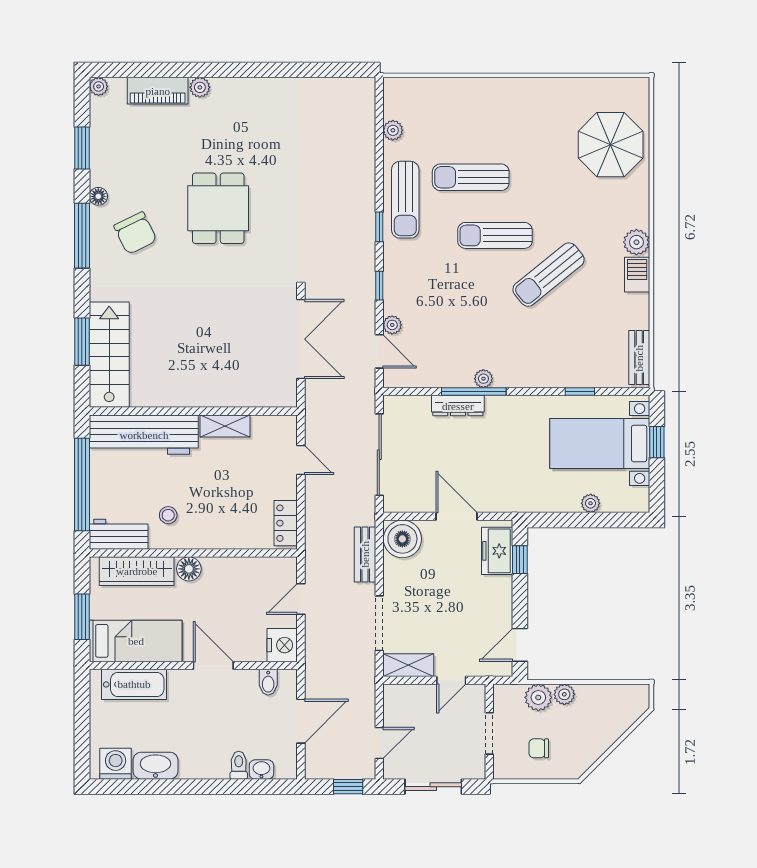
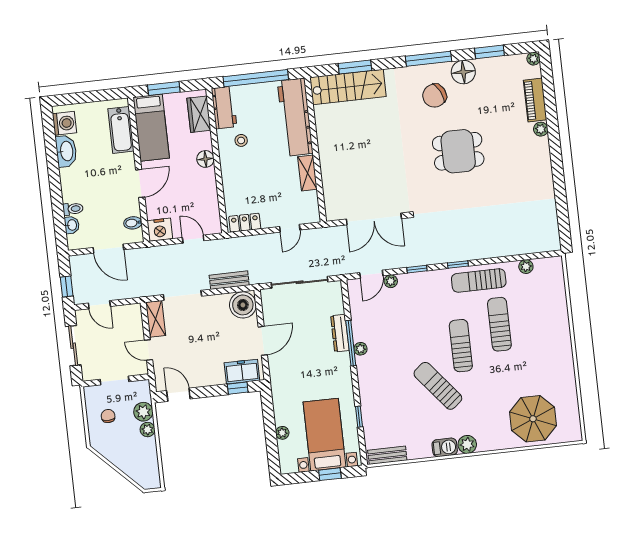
floor lamp: (98, 196) -> (463, 72), width x1.89, depth x1.89
wardrobe: (137, 571) -> (199, 114), width x0.67

